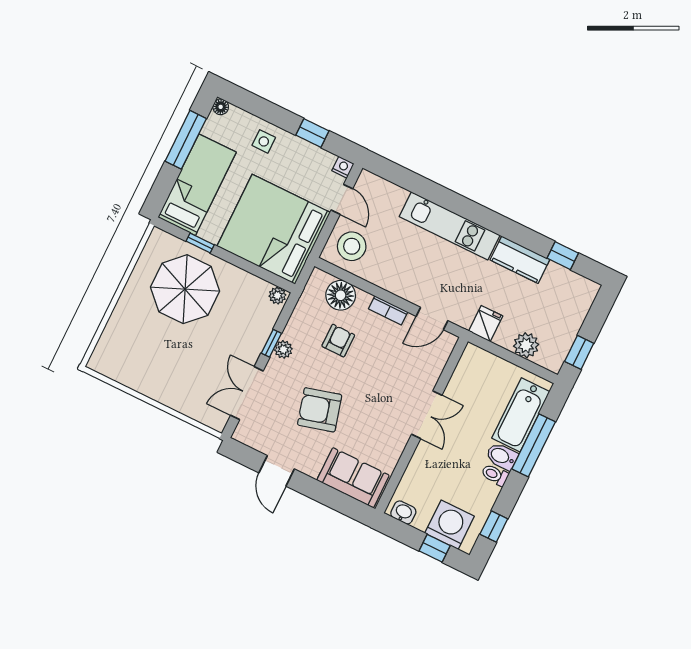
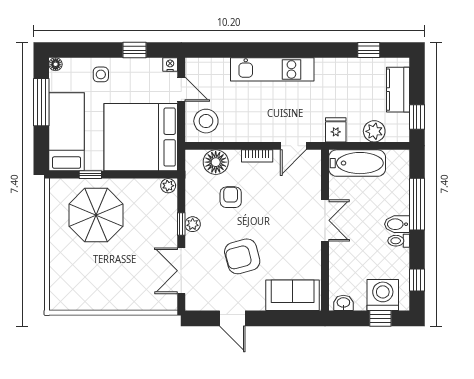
kitchen counter: (520, 260) -> (398, 90), moved, turned 90
bathtub: (521, 415) -> (357, 163), moved, turned -90

